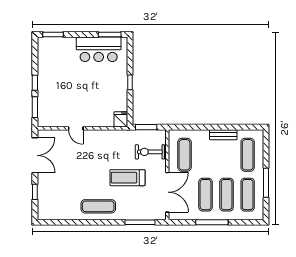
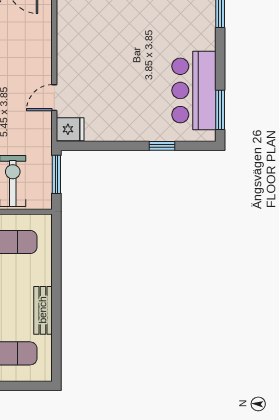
window: (130, 82) -> (162, 146), moved
door: (76, 128) -> (54, 98), moved

